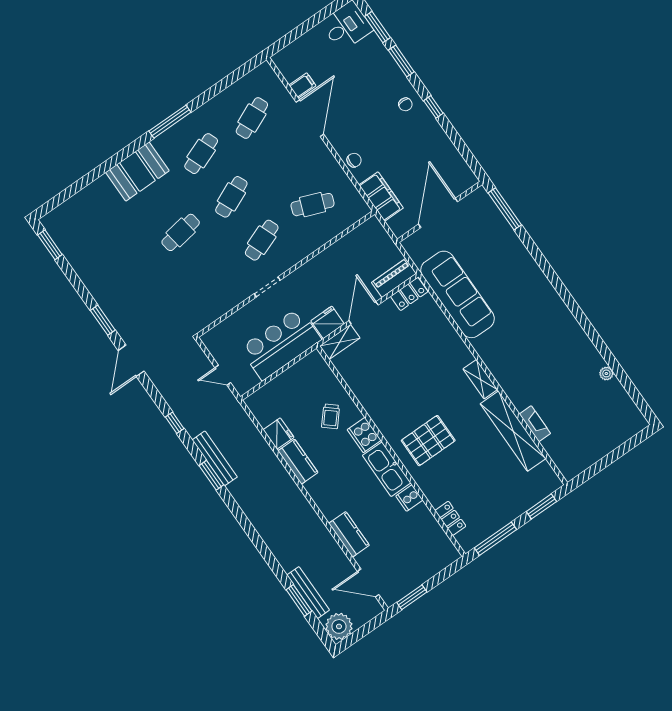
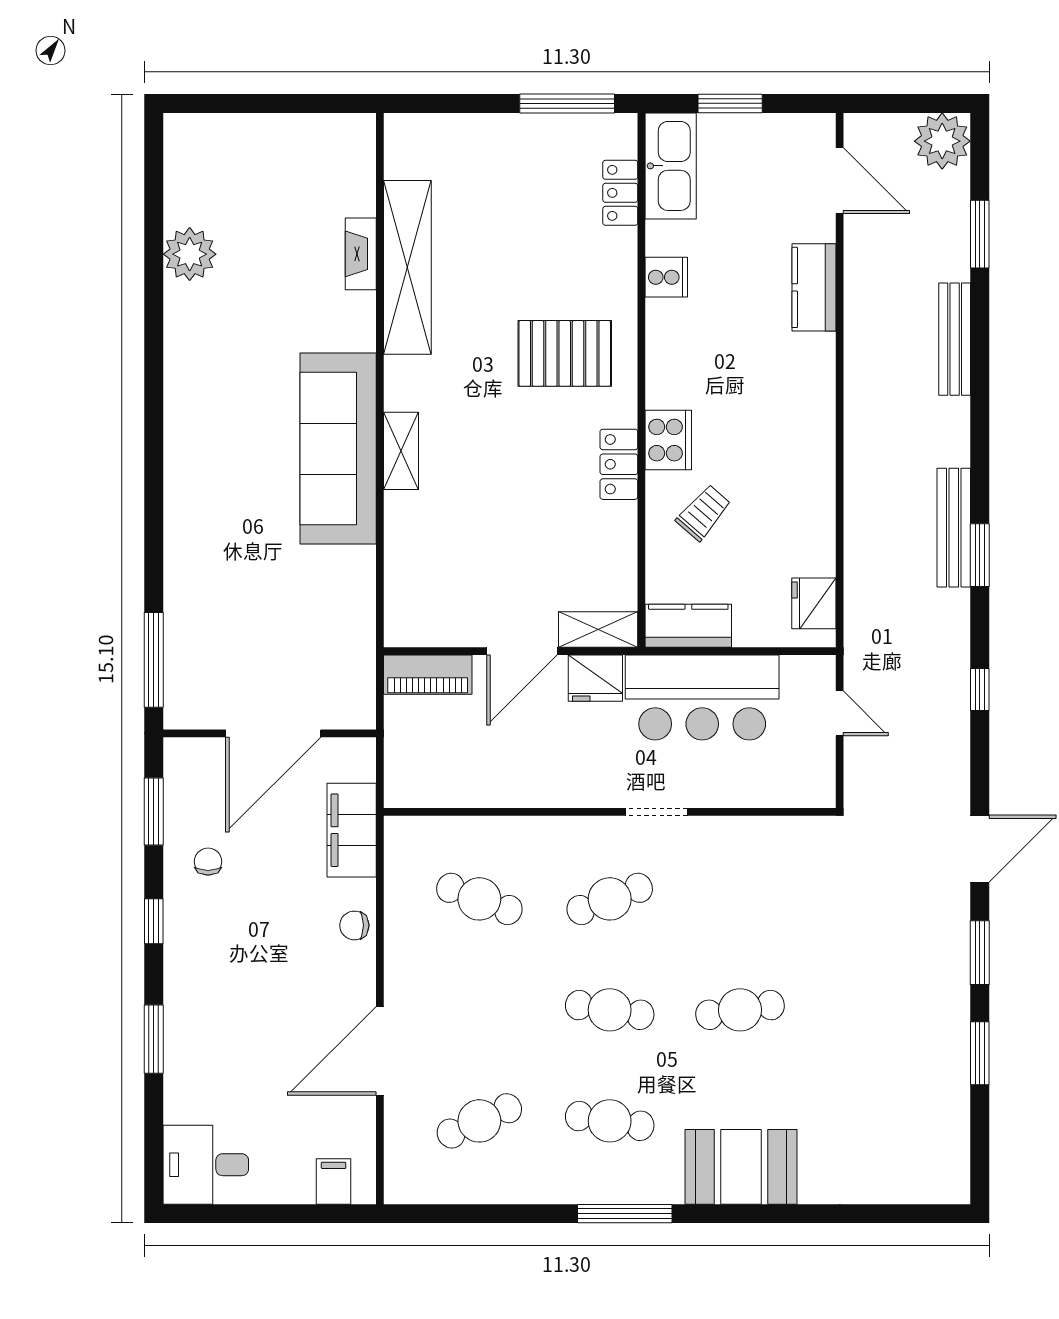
window: (377, 27) -> (154, 812), moved
filing cabinet: (302, 85) -> (334, 1181), moved, turned 90
chair: (405, 104) -> (208, 862), moved
cafe table: (201, 154) -> (610, 1121), turned 30
cafe table: (231, 197) -> (610, 1010), turned 33
window: (50, 245) -> (980, 1053), moved
locker: (409, 294) -> (619, 464), moved, turned -90
sofa: (458, 294) -> (338, 449), moved
plant: (606, 373) -> (190, 254), width x1.88, depth x1.88
shelving: (480, 379) -> (401, 451), moved
fridge: (279, 434) -> (814, 603), moved
bench: (215, 458) -> (954, 528), moved
kitchen counter: (298, 462) -> (688, 626), moved, turned 90
kitchen sink: (387, 469) -> (671, 166), moved
window: (541, 506) -> (449, 103), removed
bench: (308, 593) -> (955, 339), moved
window: (412, 597) -> (730, 103), moved

